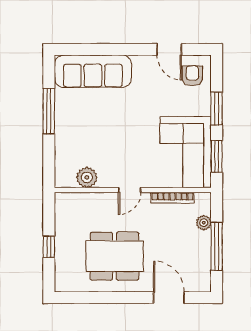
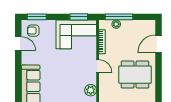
door: (169, 49) -> (18, 44), hinge flipped
window: (217, 109) -> (37, 17), moved
window: (217, 246) -> (119, 17), moved
dining table: (114, 256) -> (135, 75), turned 90

